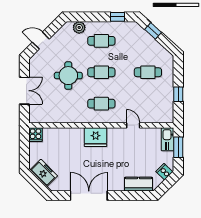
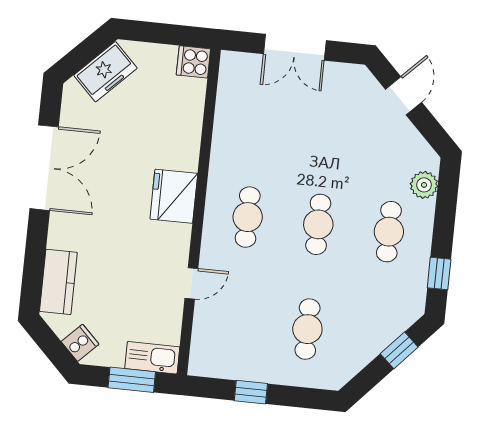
round table: (68, 76) -> (318, 149), removed

